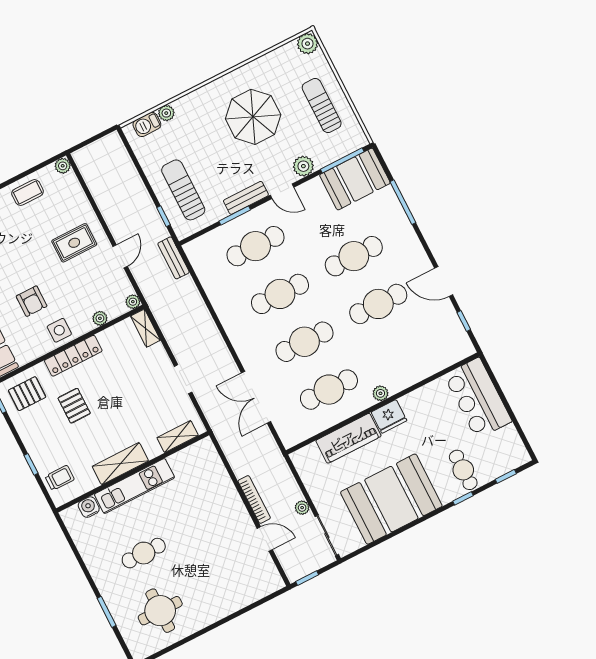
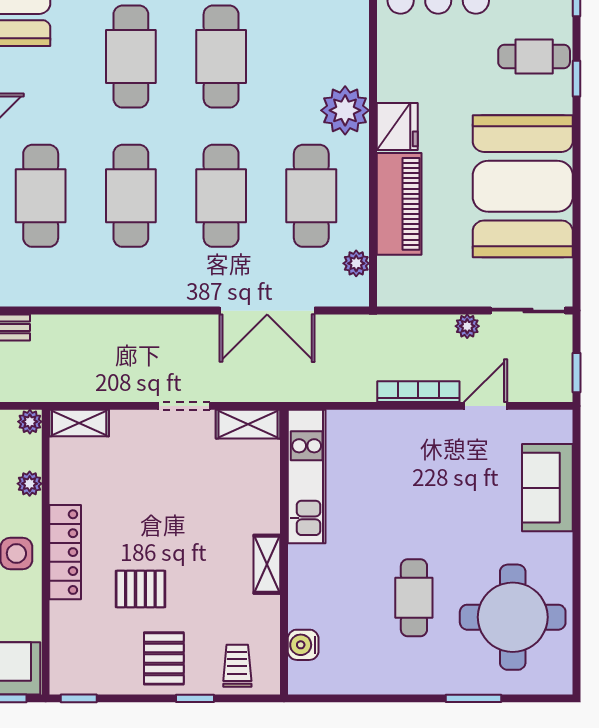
plant: (380, 393) -> (345, 110), width x1.88, depth x1.88
pallet: (27, 394) -> (164, 658), moved
plant: (305, 432) -> (356, 263), added
shelving: (178, 437) -> (248, 424), moved, turned 90
shelving: (120, 464) -> (267, 564), width x0.67, depth x0.75
kitchen unit: (134, 486) -> (307, 476), moved
sofa: (238, 594) -> (547, 488), added
round table: (160, 611) -> (513, 617), width x1.36, depth x1.36

